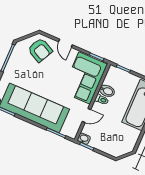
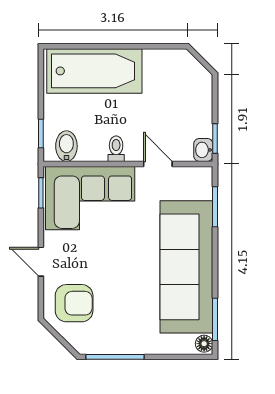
door: (65, 43) -> (41, 262), swing flipped
armchair: (40, 50) -> (74, 303), turned 63
bidet: (107, 91) -> (66, 146), moved

